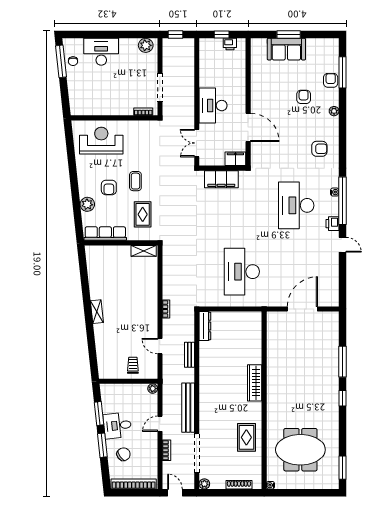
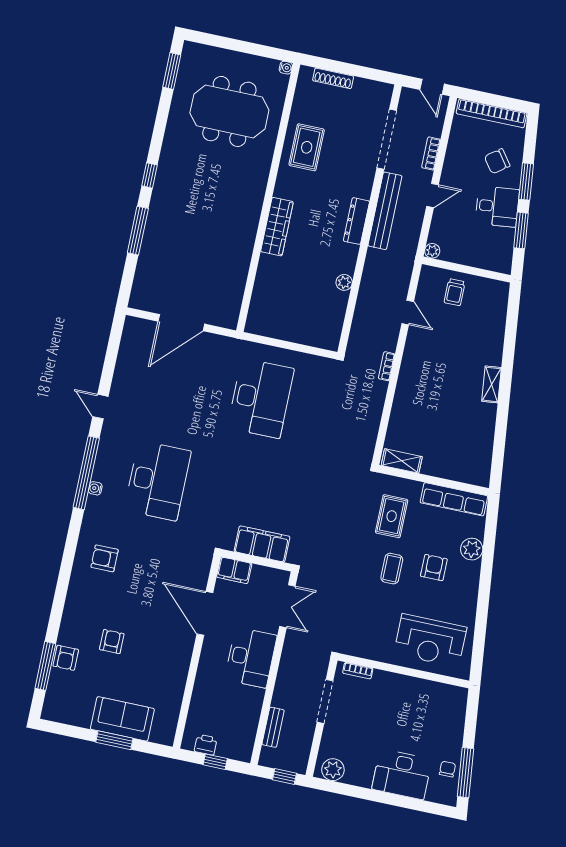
armchair: (304, 97) -> (112, 642), turned 180
plant: (334, 111) -> (70, 610), removed
printer: (332, 224) -> (109, 442), removed
dresser: (205, 326) -> (356, 221), moved
bench: (189, 355) -> (273, 727), moved
plant: (204, 484) -> (344, 282), moved

